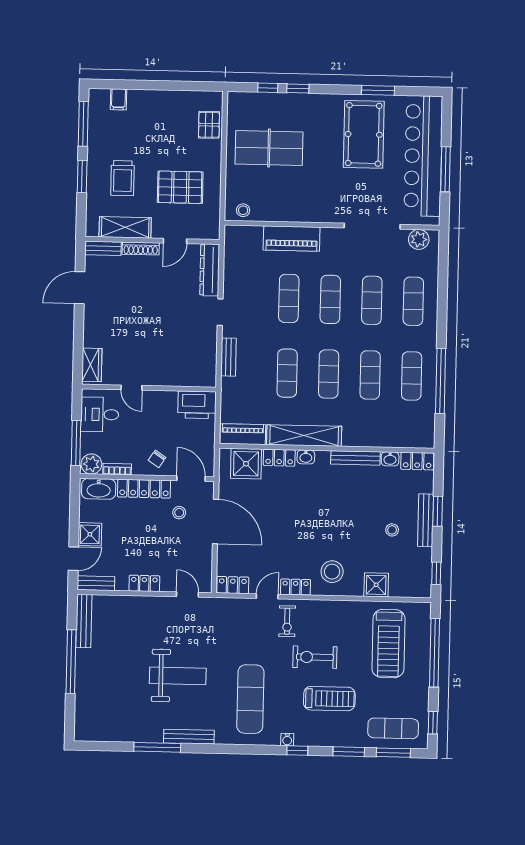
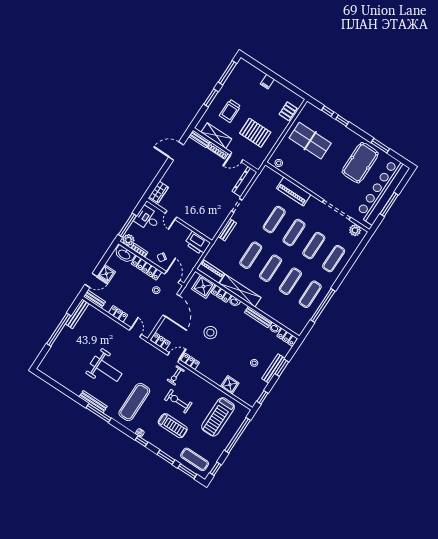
filing cabinet: (118, 99) -> (267, 82), moved
stool: (332, 572) -> (210, 333), moved
window: (157, 747) -> (99, 413), moved

